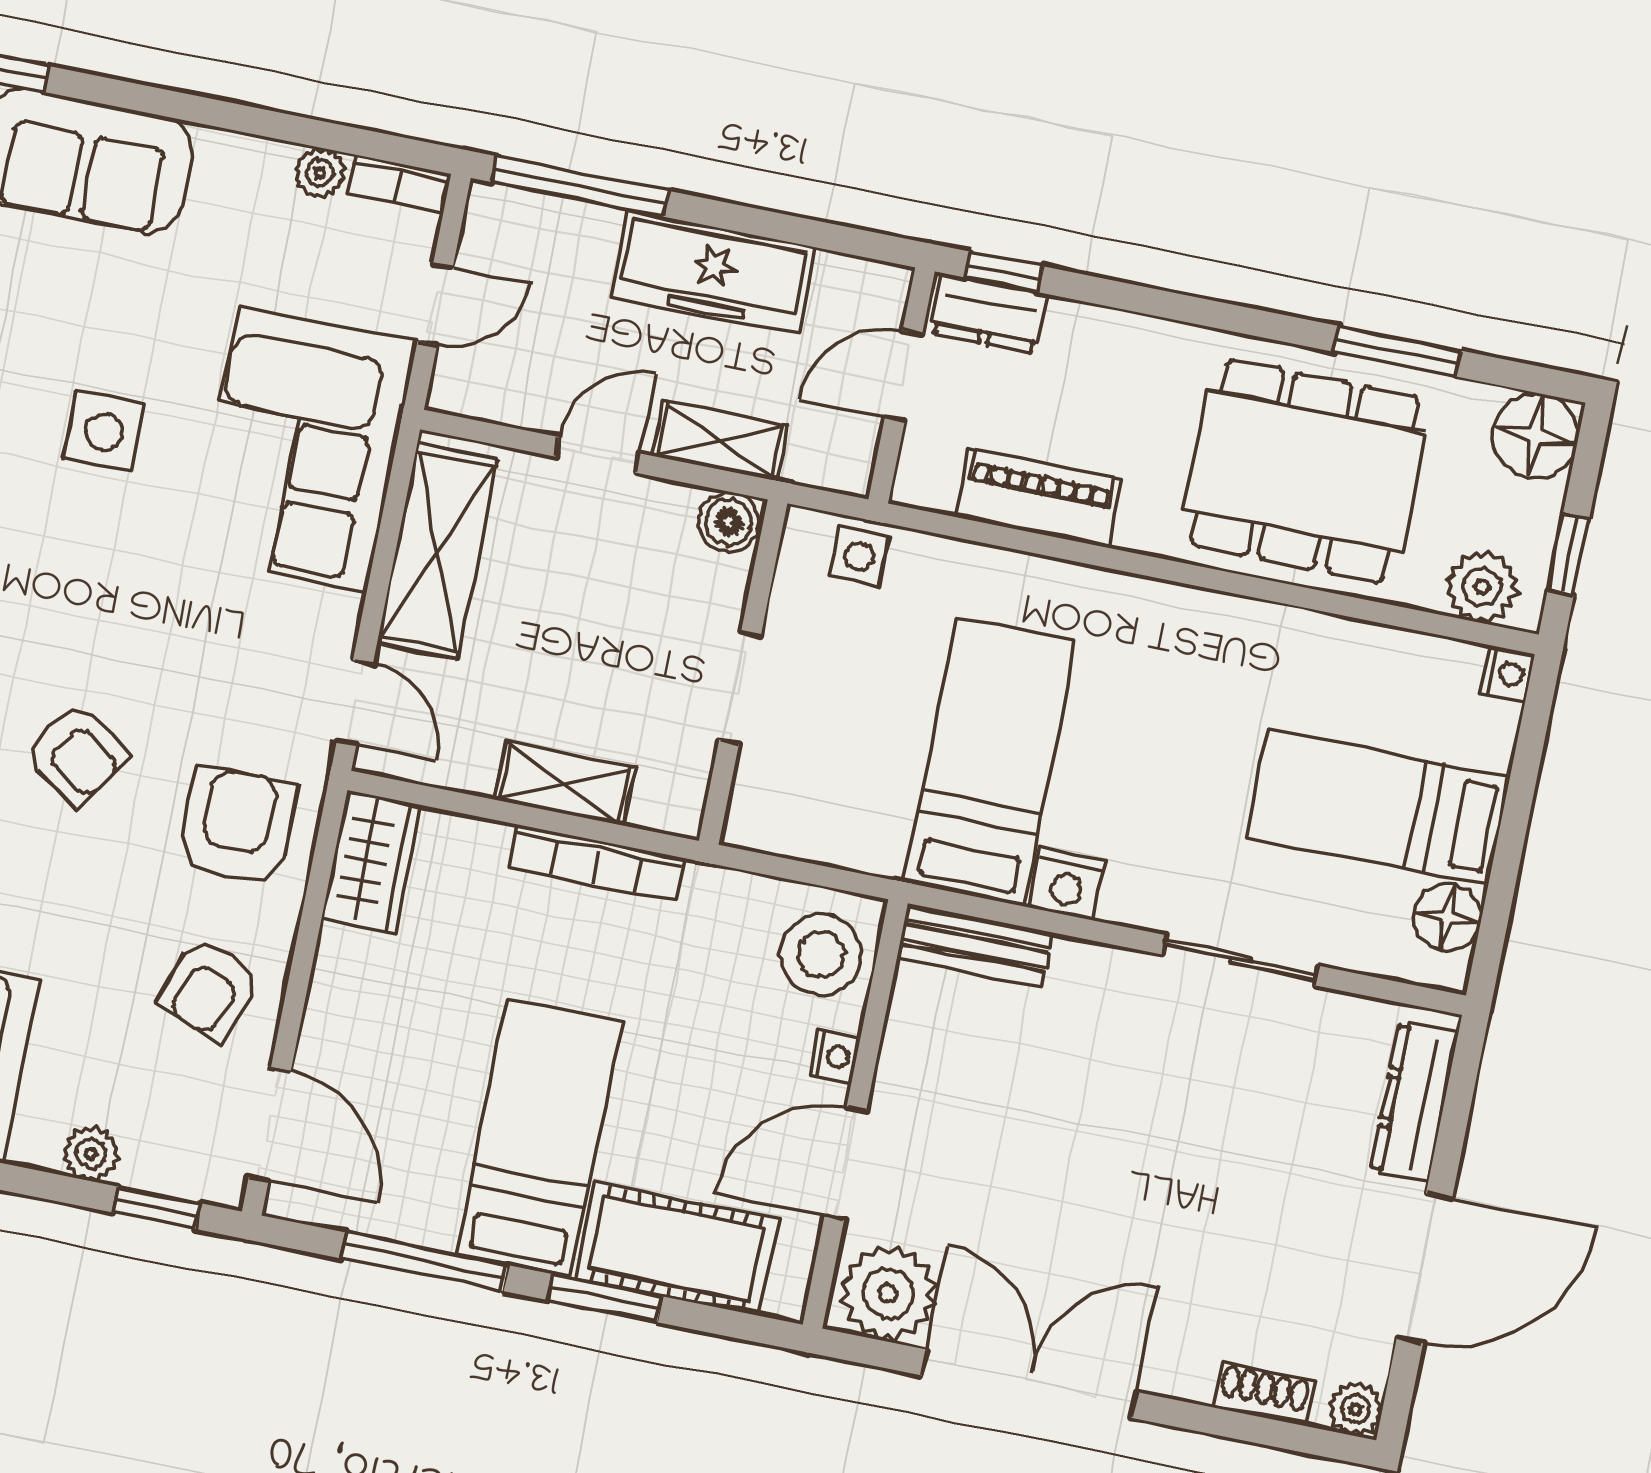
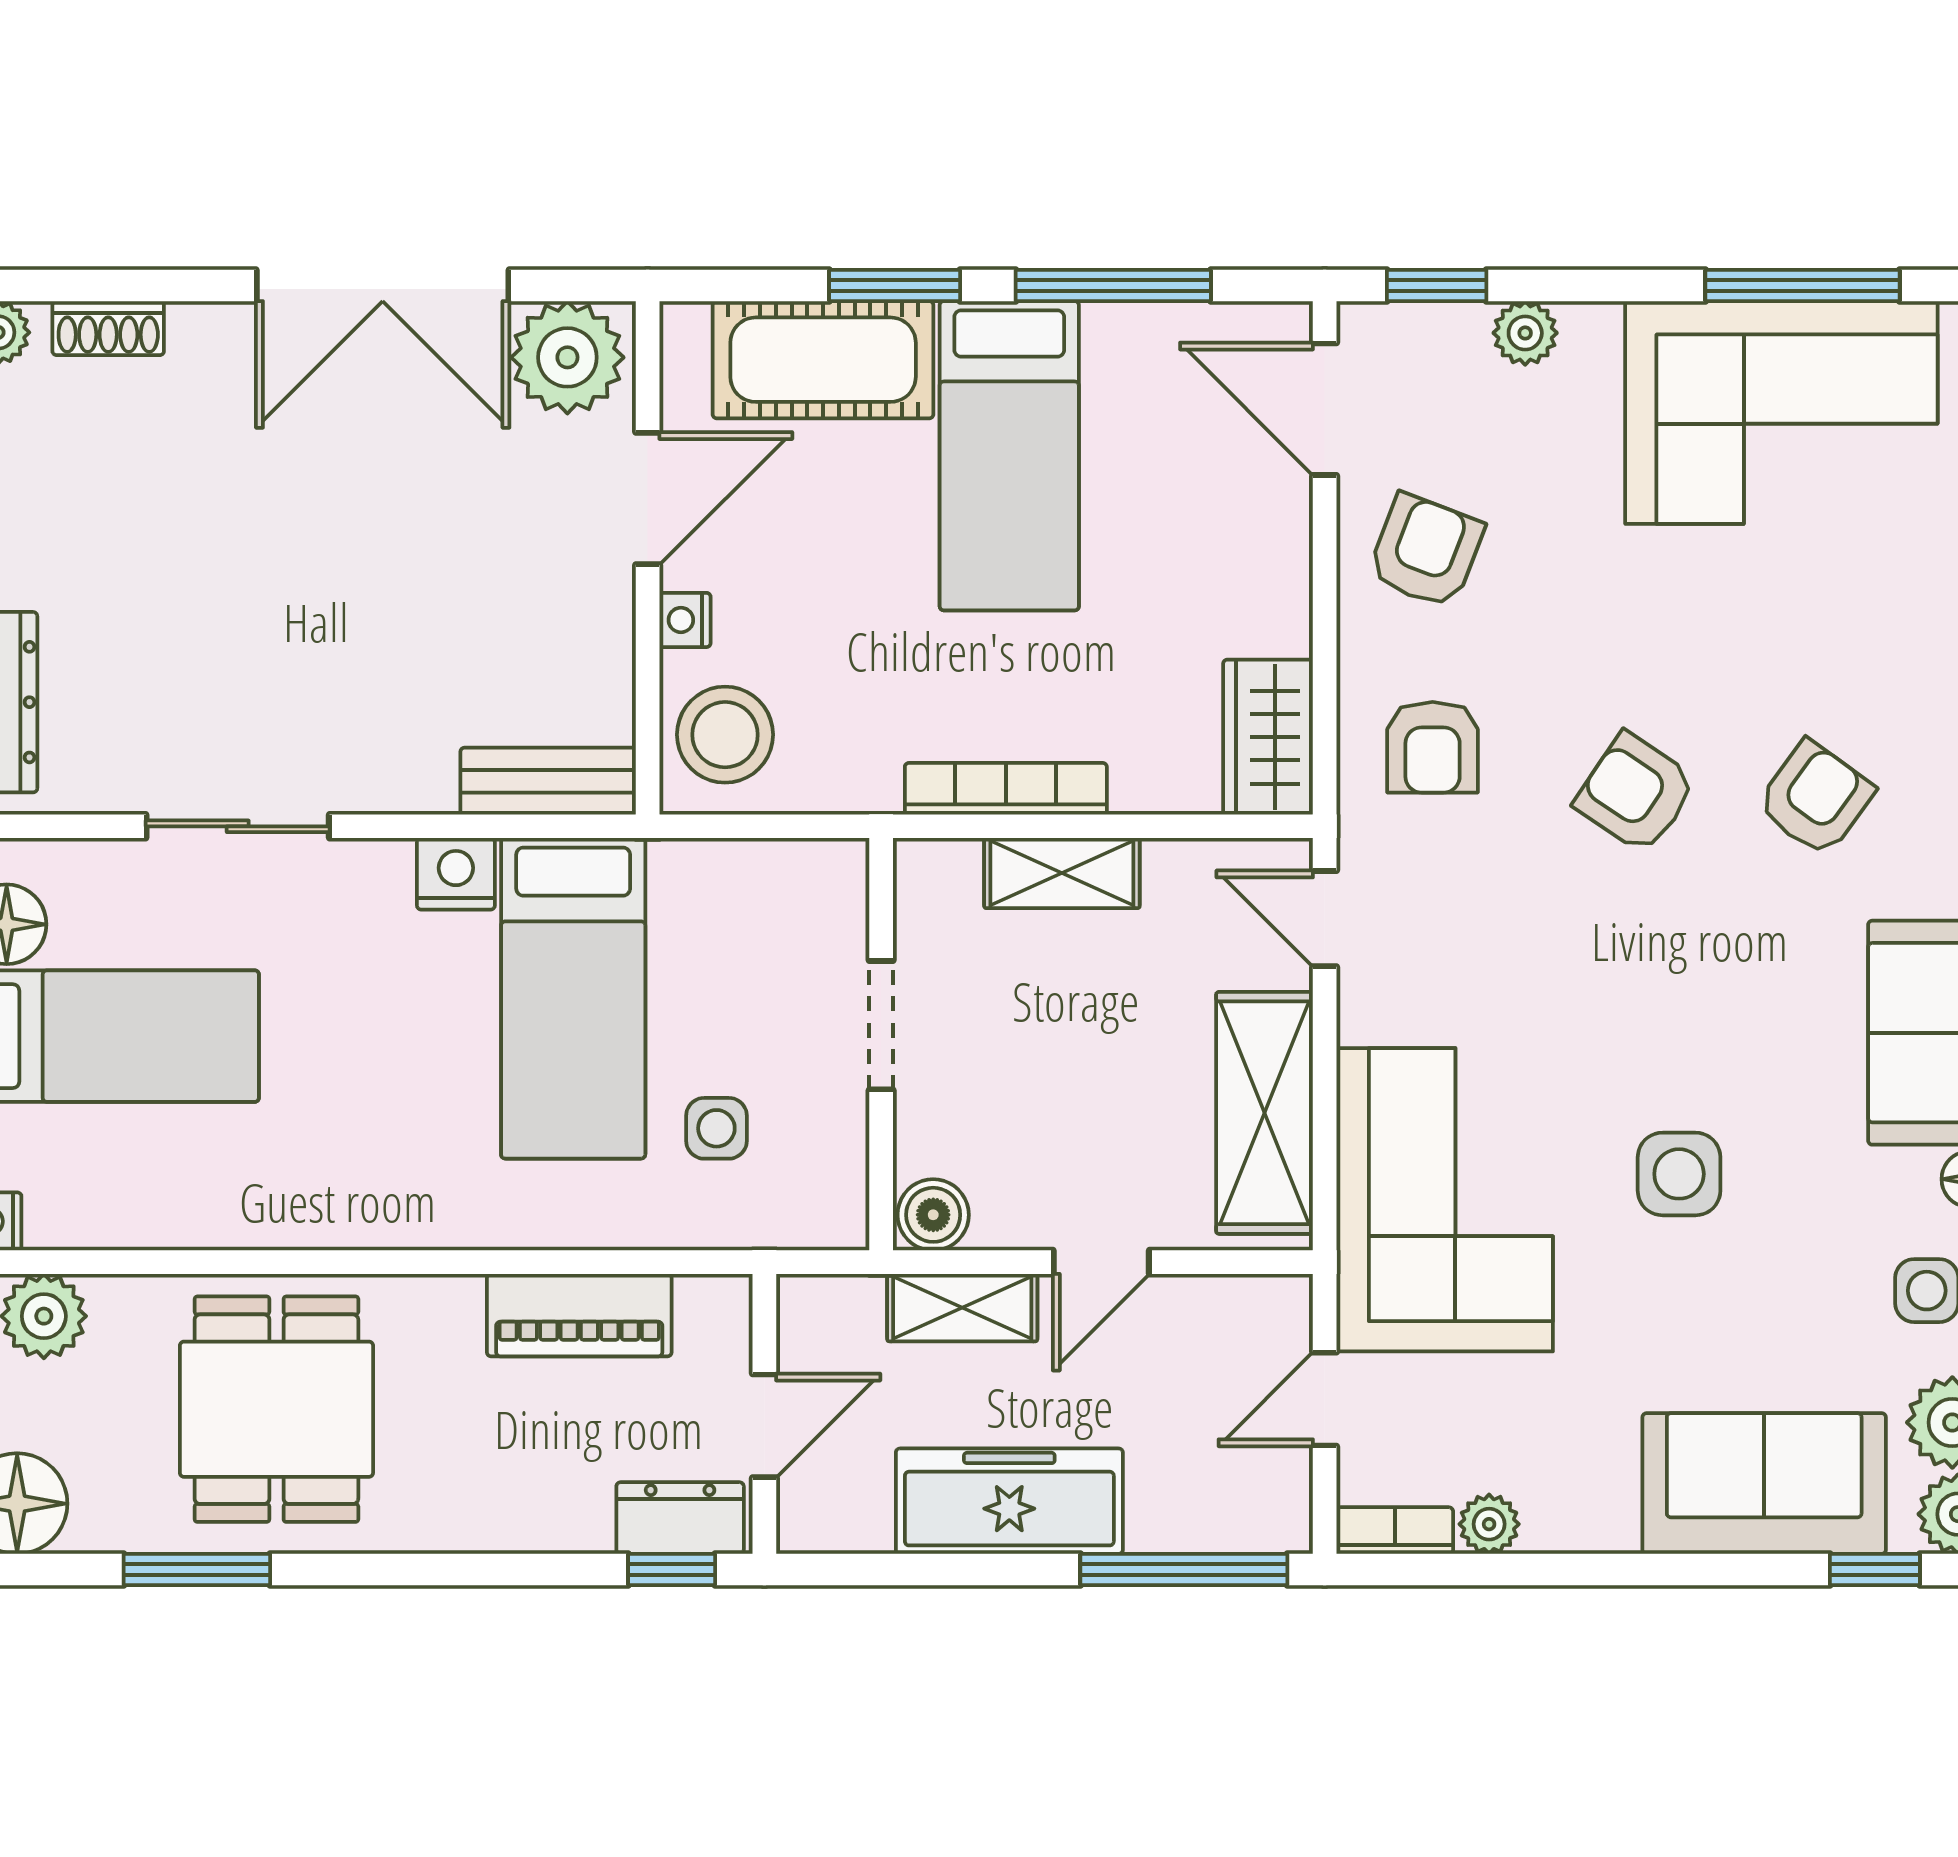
dining table: (1305, 471) -> (276, 1409), width x0.73
side table: (859, 556) -> (716, 1128), moved
armchair: (237, 826) -> (1433, 747), width x0.72, depth x0.72

